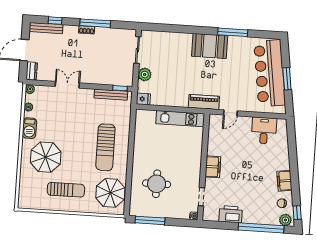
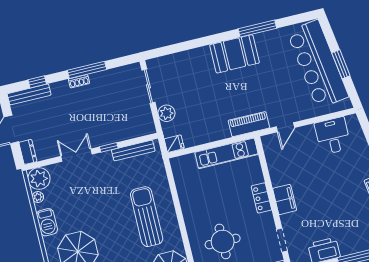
window: (120, 88) -> (109, 147), moved
plant: (30, 89) -> (39, 179), width x1.87, depth x1.87
sun lounger: (105, 147) -> (147, 217), turned 180
locker: (196, 160) -> (261, 198), added

